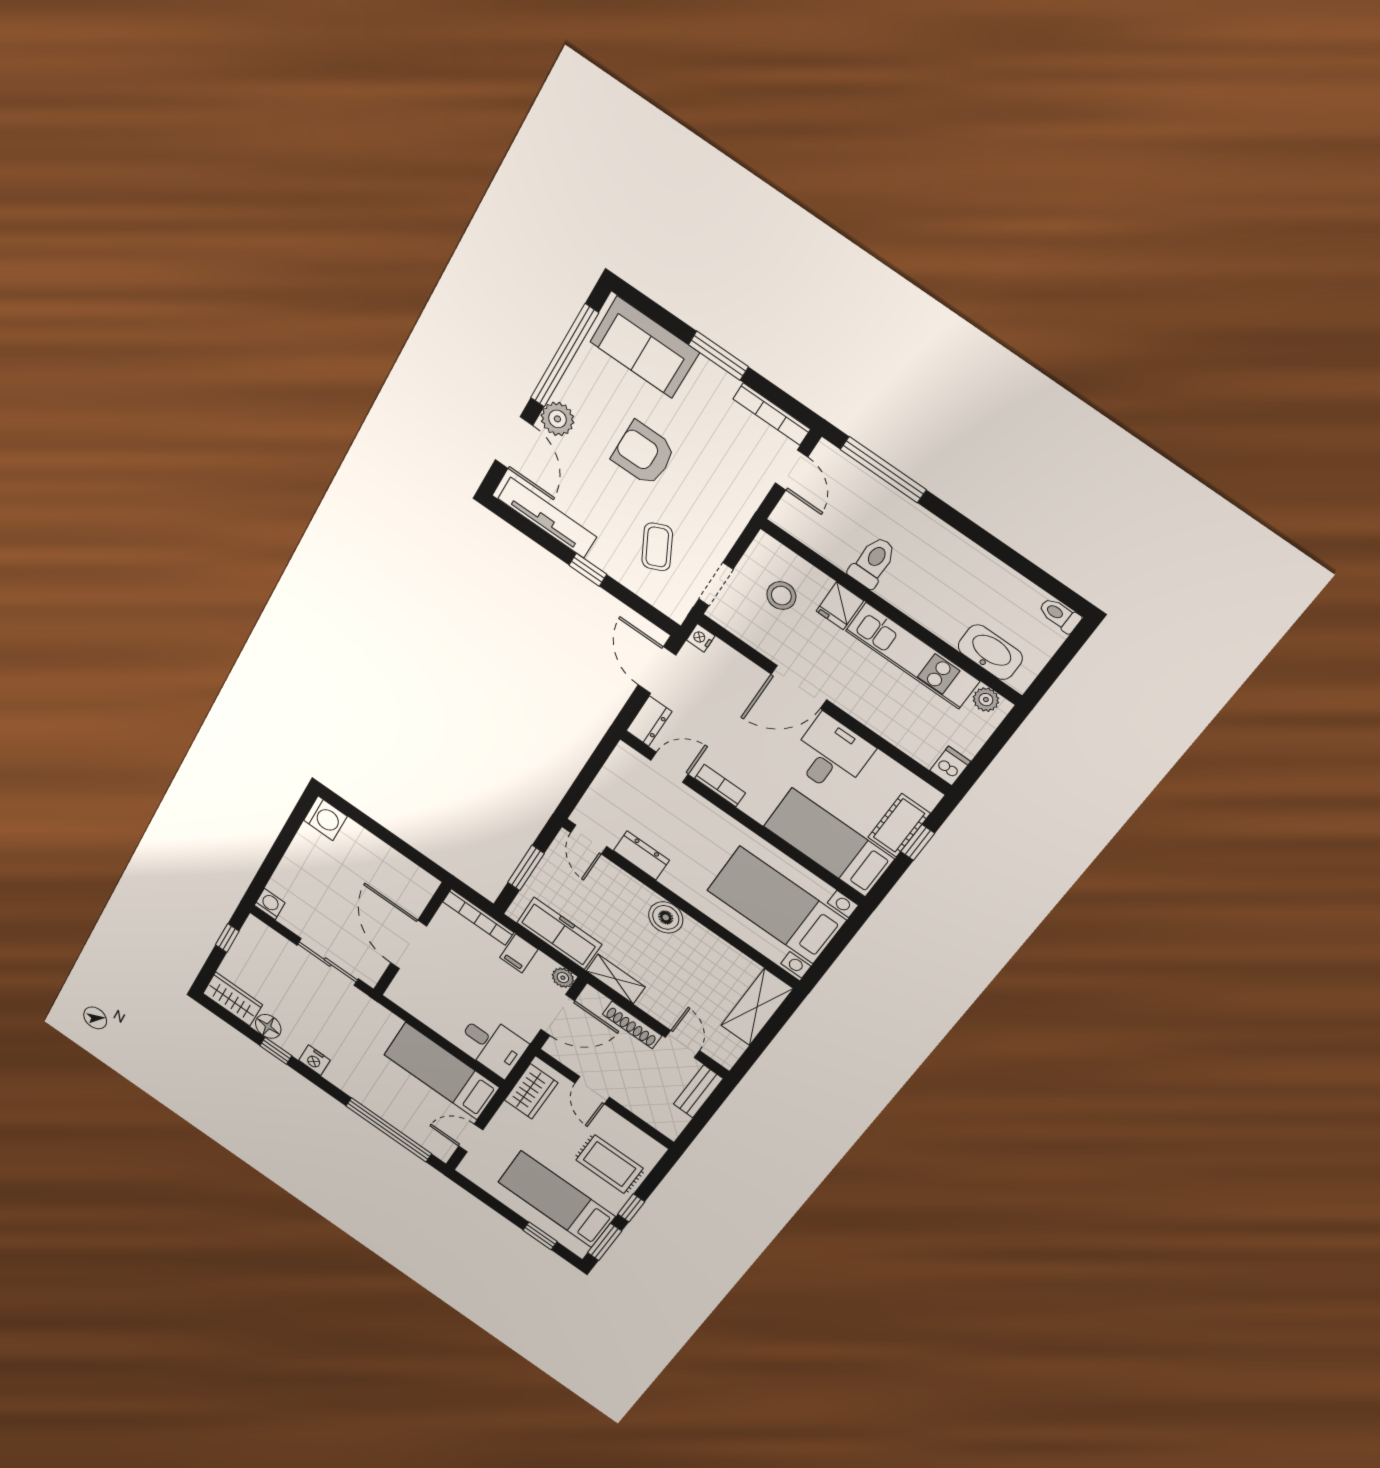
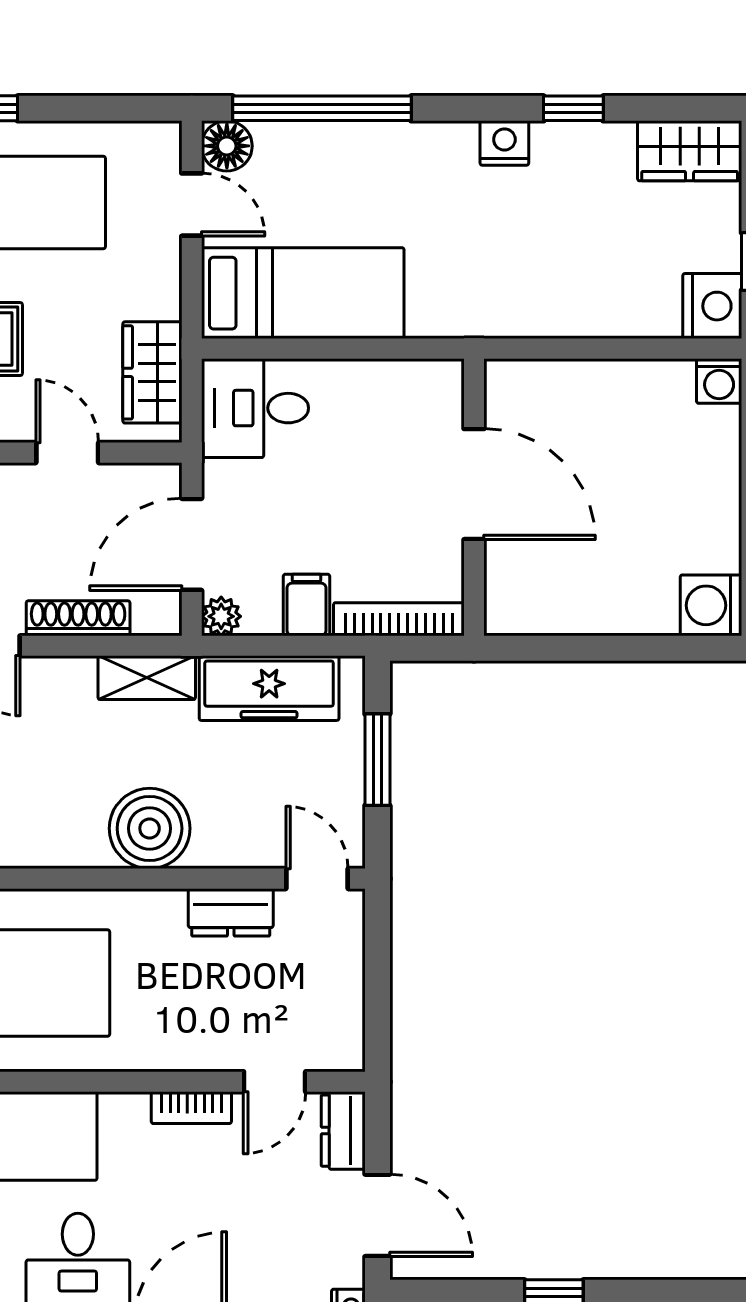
boiler: (666, 917) -> (150, 828), width x1.37, depth x1.37
nightstand: (256, 935) -> (712, 306), added
sliding door: (328, 962) -> (578, 349), removed
floor lamp: (268, 1026) -> (227, 146), moved
door: (471, 1138) -> (192, 205), hinge flipped

